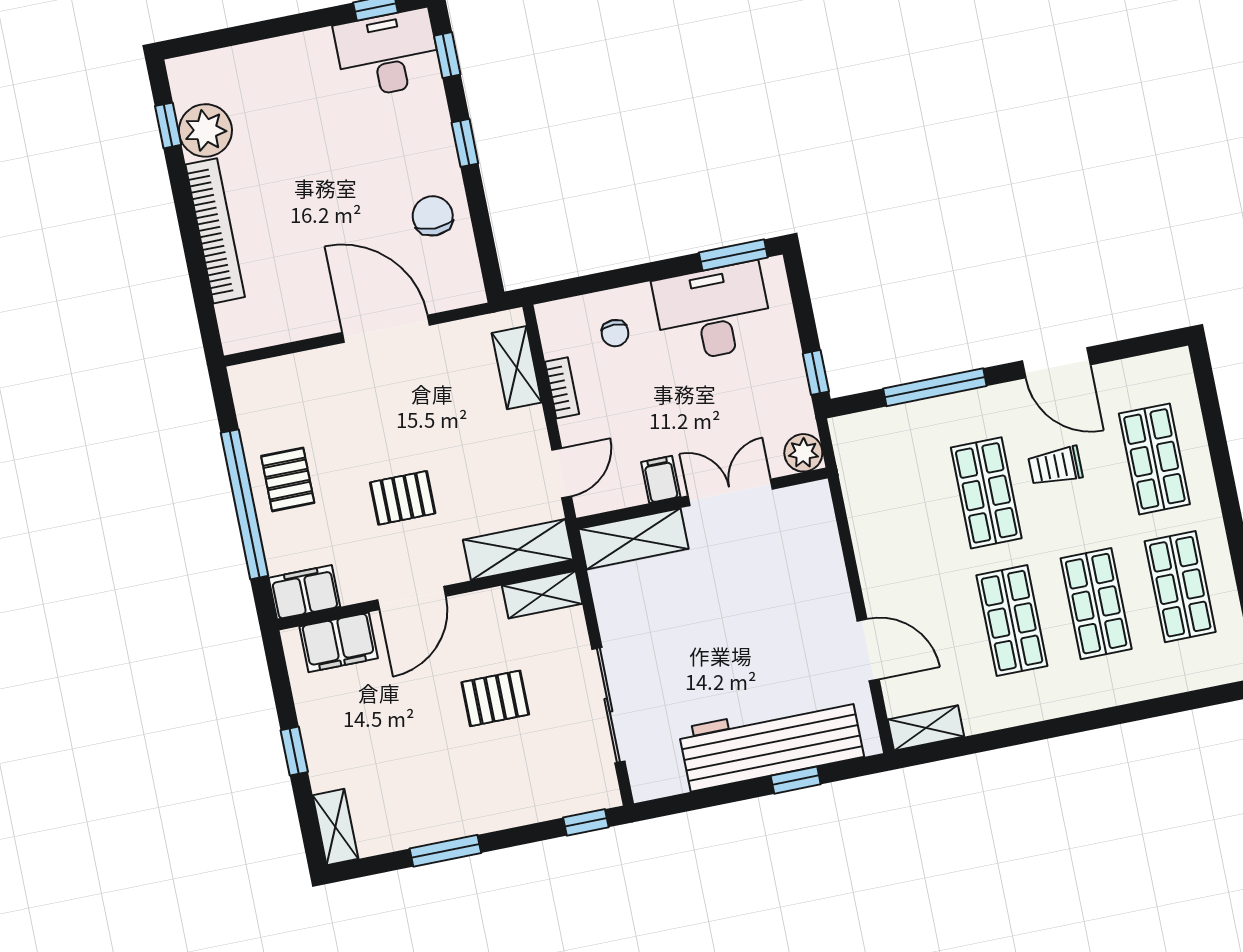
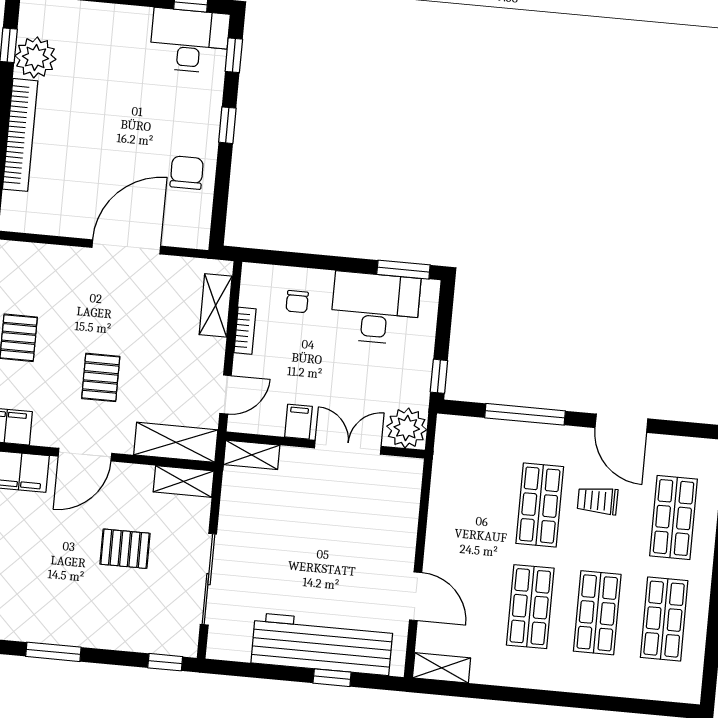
door: (386, 329) -> (126, 247), hinge flipped
plant: (803, 453) -> (407, 428), width x1.36, depth x1.36
pallet: (403, 498) -> (101, 377), turned 90
shelving: (634, 539) -> (252, 455), width x0.67, depth x0.75

